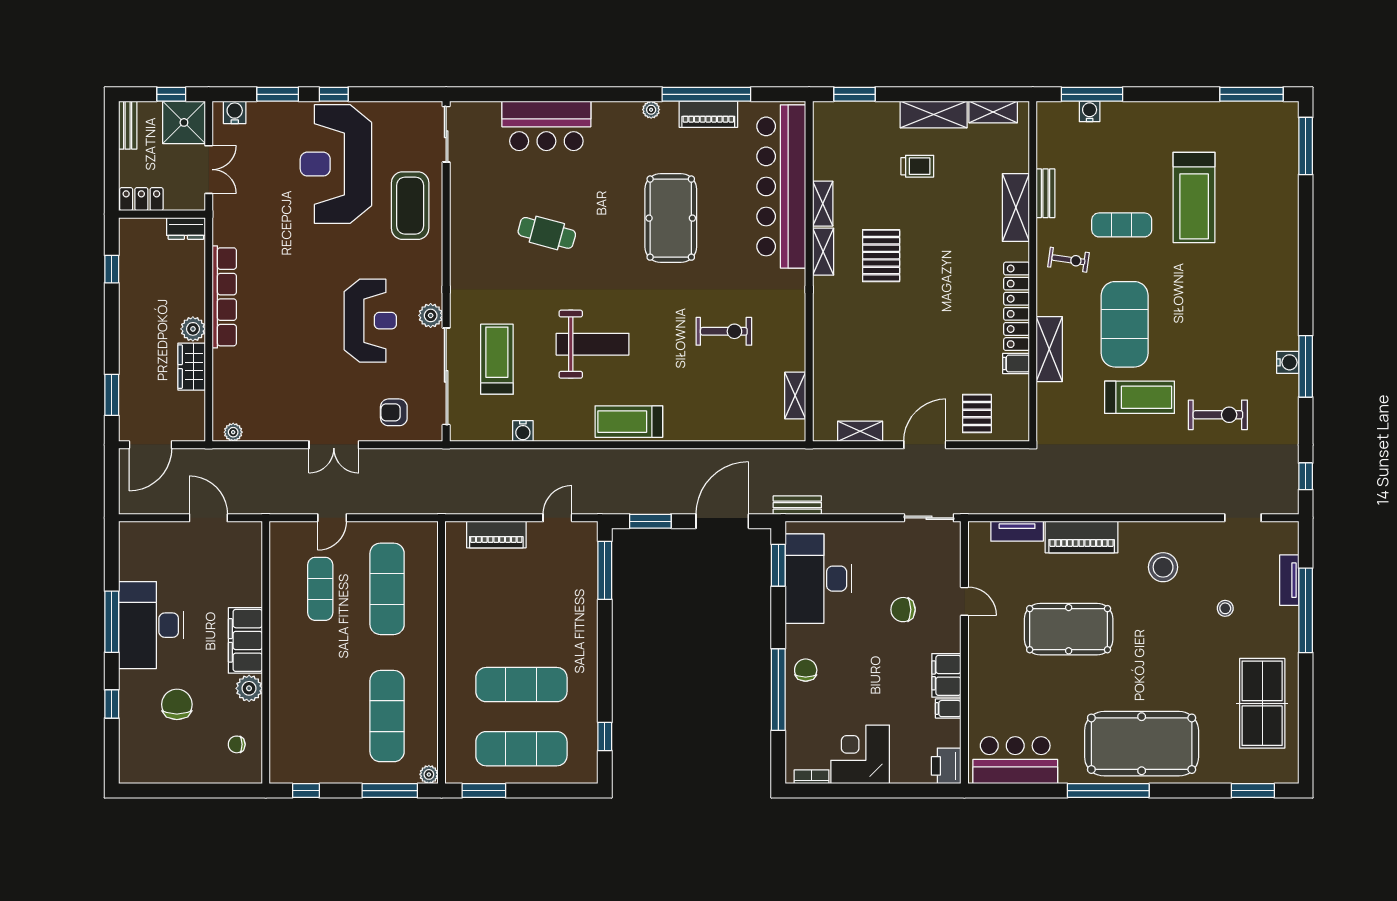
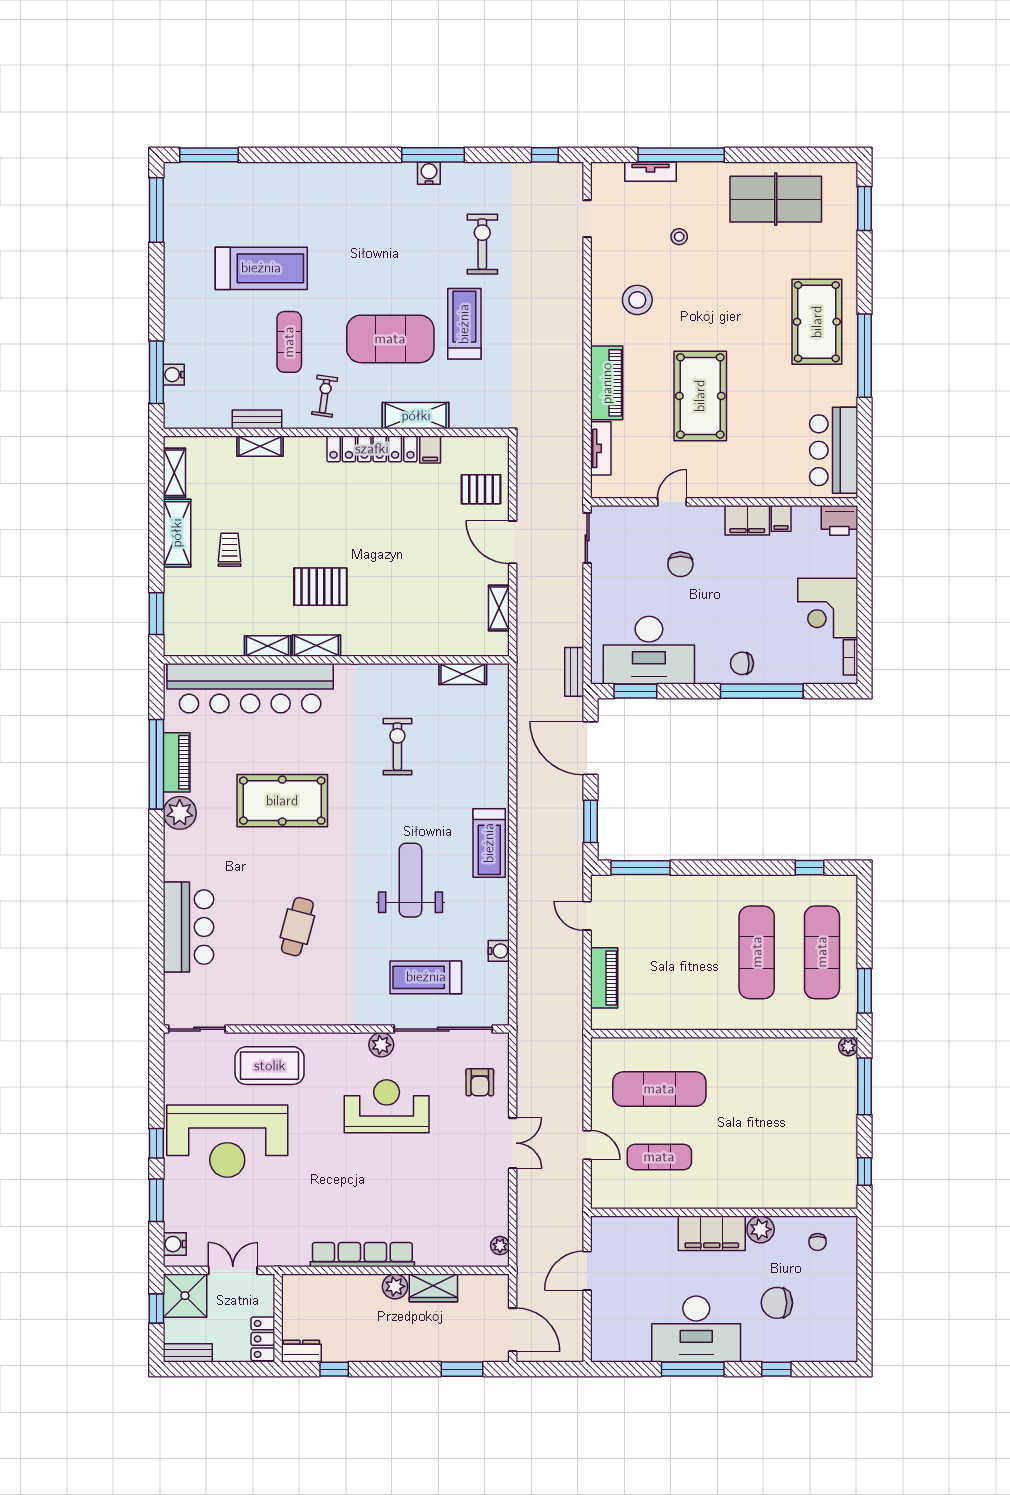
plant: (651, 110) -> (180, 813), width x1.87, depth x1.87
shelving: (1016, 207) -> (260, 446), width x0.67, depth x0.75
dresser: (186, 228) -> (301, 1351), moved, turned -90
exercise mat: (387, 716) -> (789, 1089), removed
pool table: (1142, 744) -> (817, 322), width x0.73, depth x0.76

